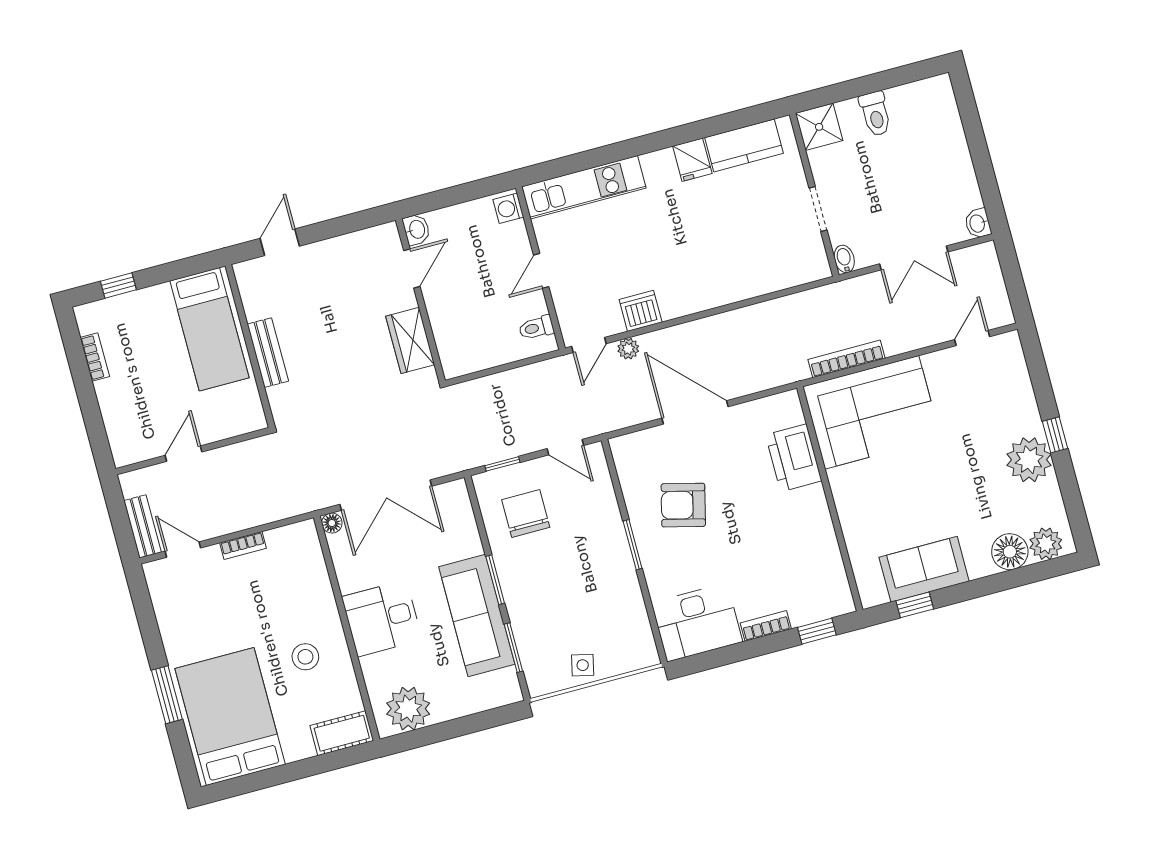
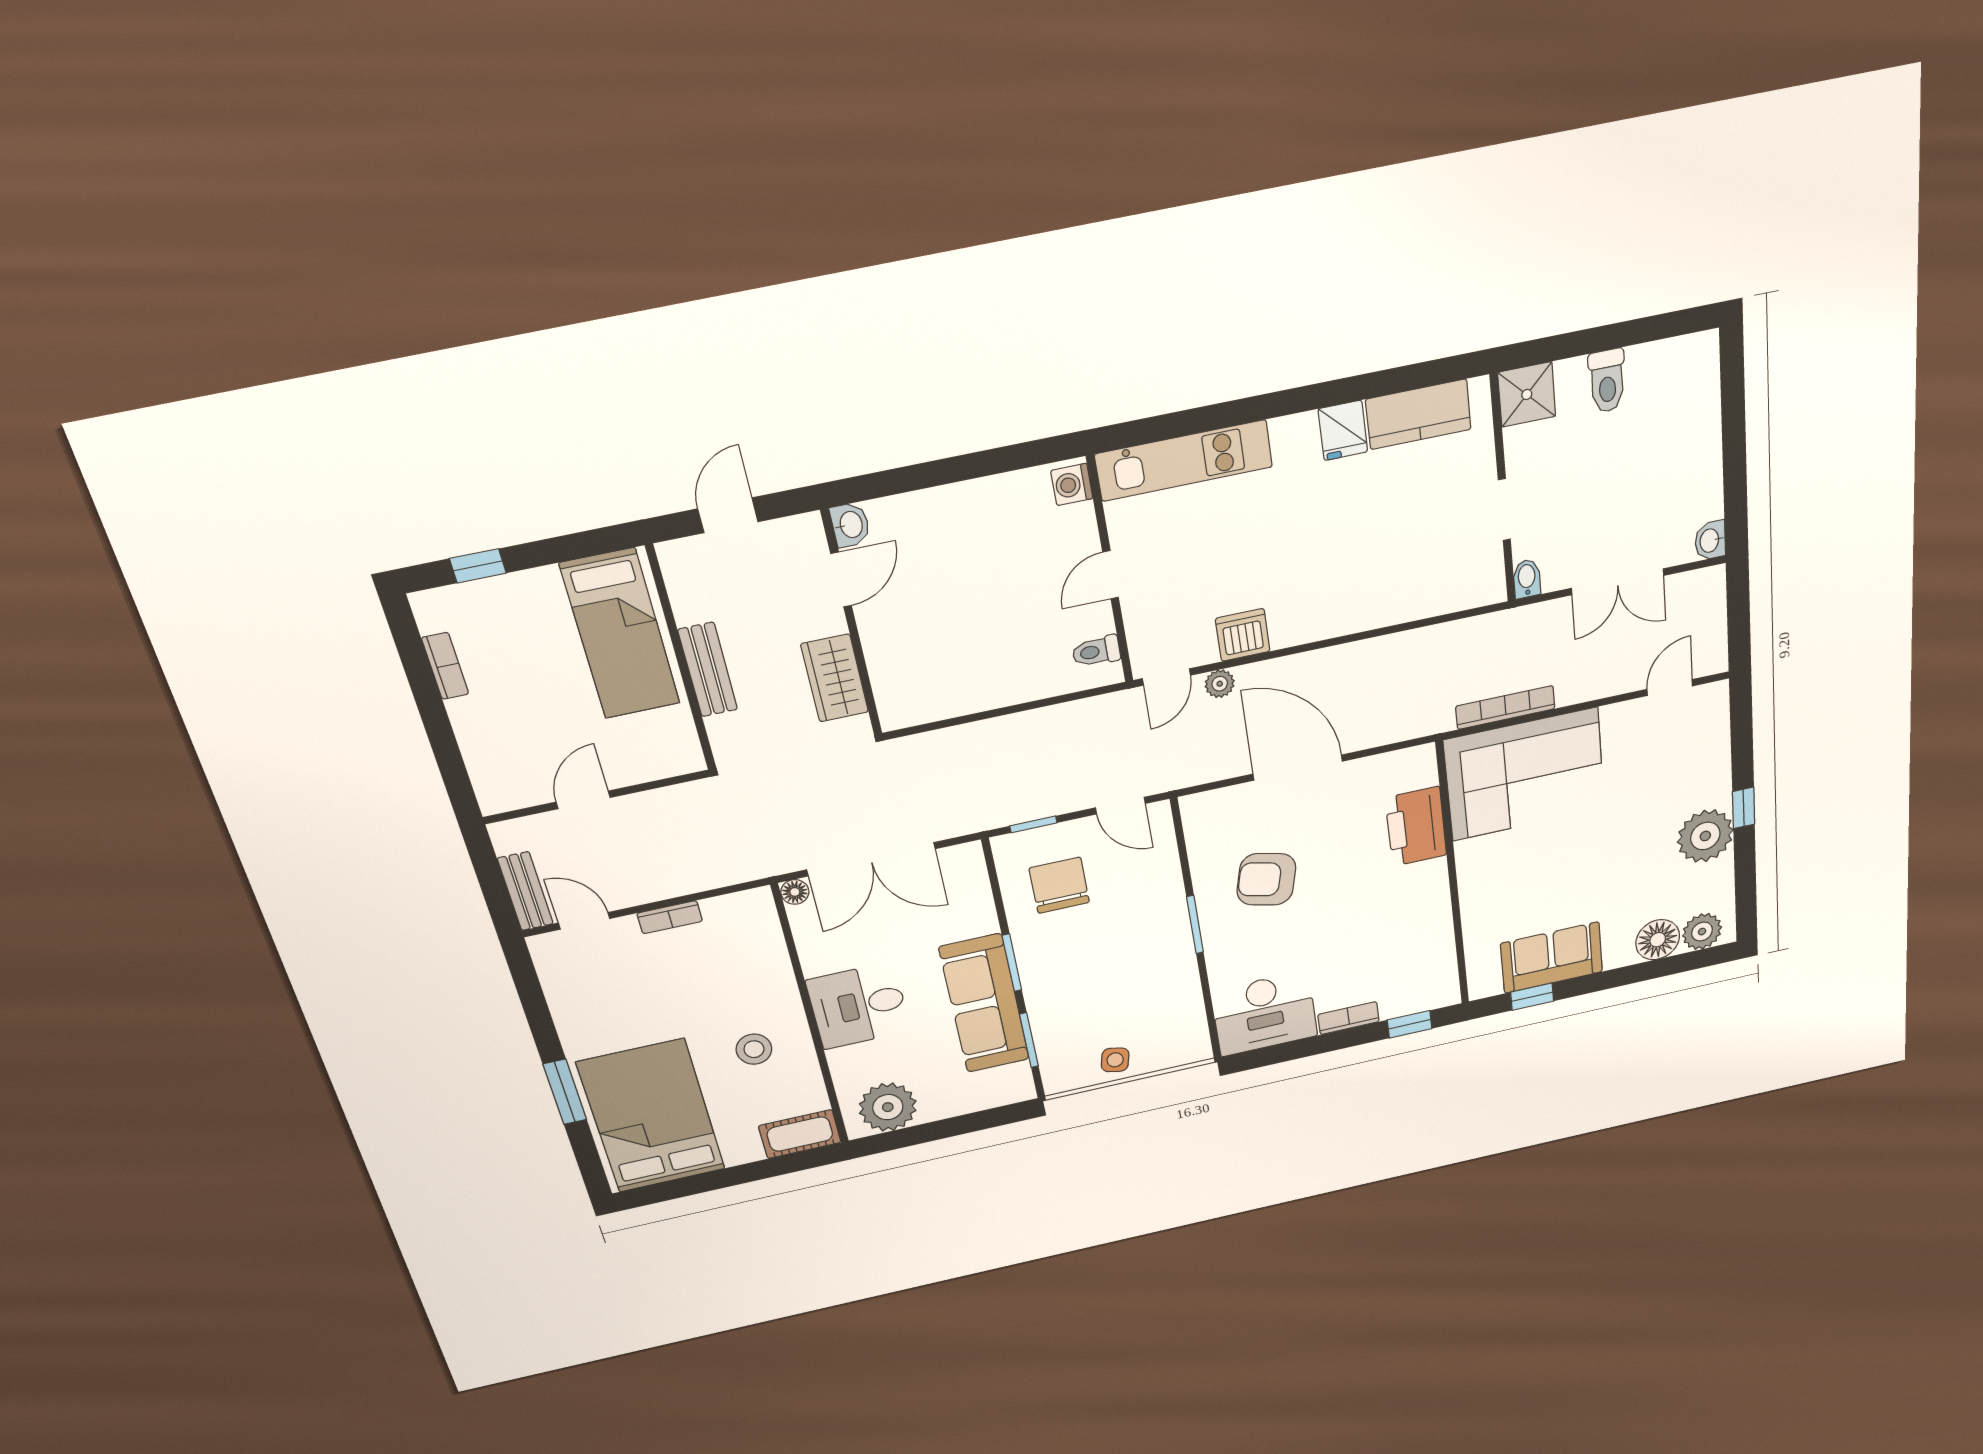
washbasin: (416, 229) -> (850, 525), moved
door: (412, 268) -> (841, 580), moved
wall: (420, 300) -> (852, 624), moved
wardrobe: (410, 340) -> (835, 678), moved

